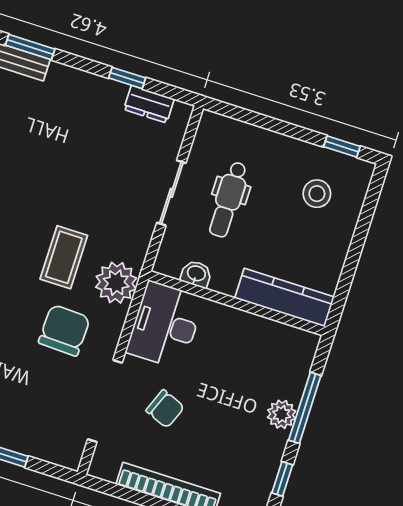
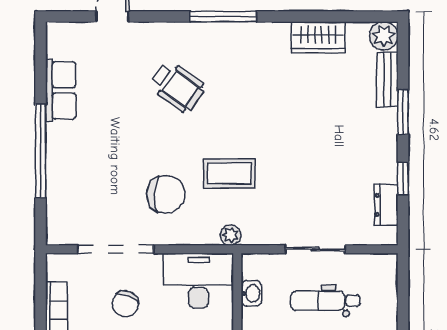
window: (30, 47) -> (403, 112), moved
plant: (116, 283) -> (231, 235), width x0.53, depth x0.53

